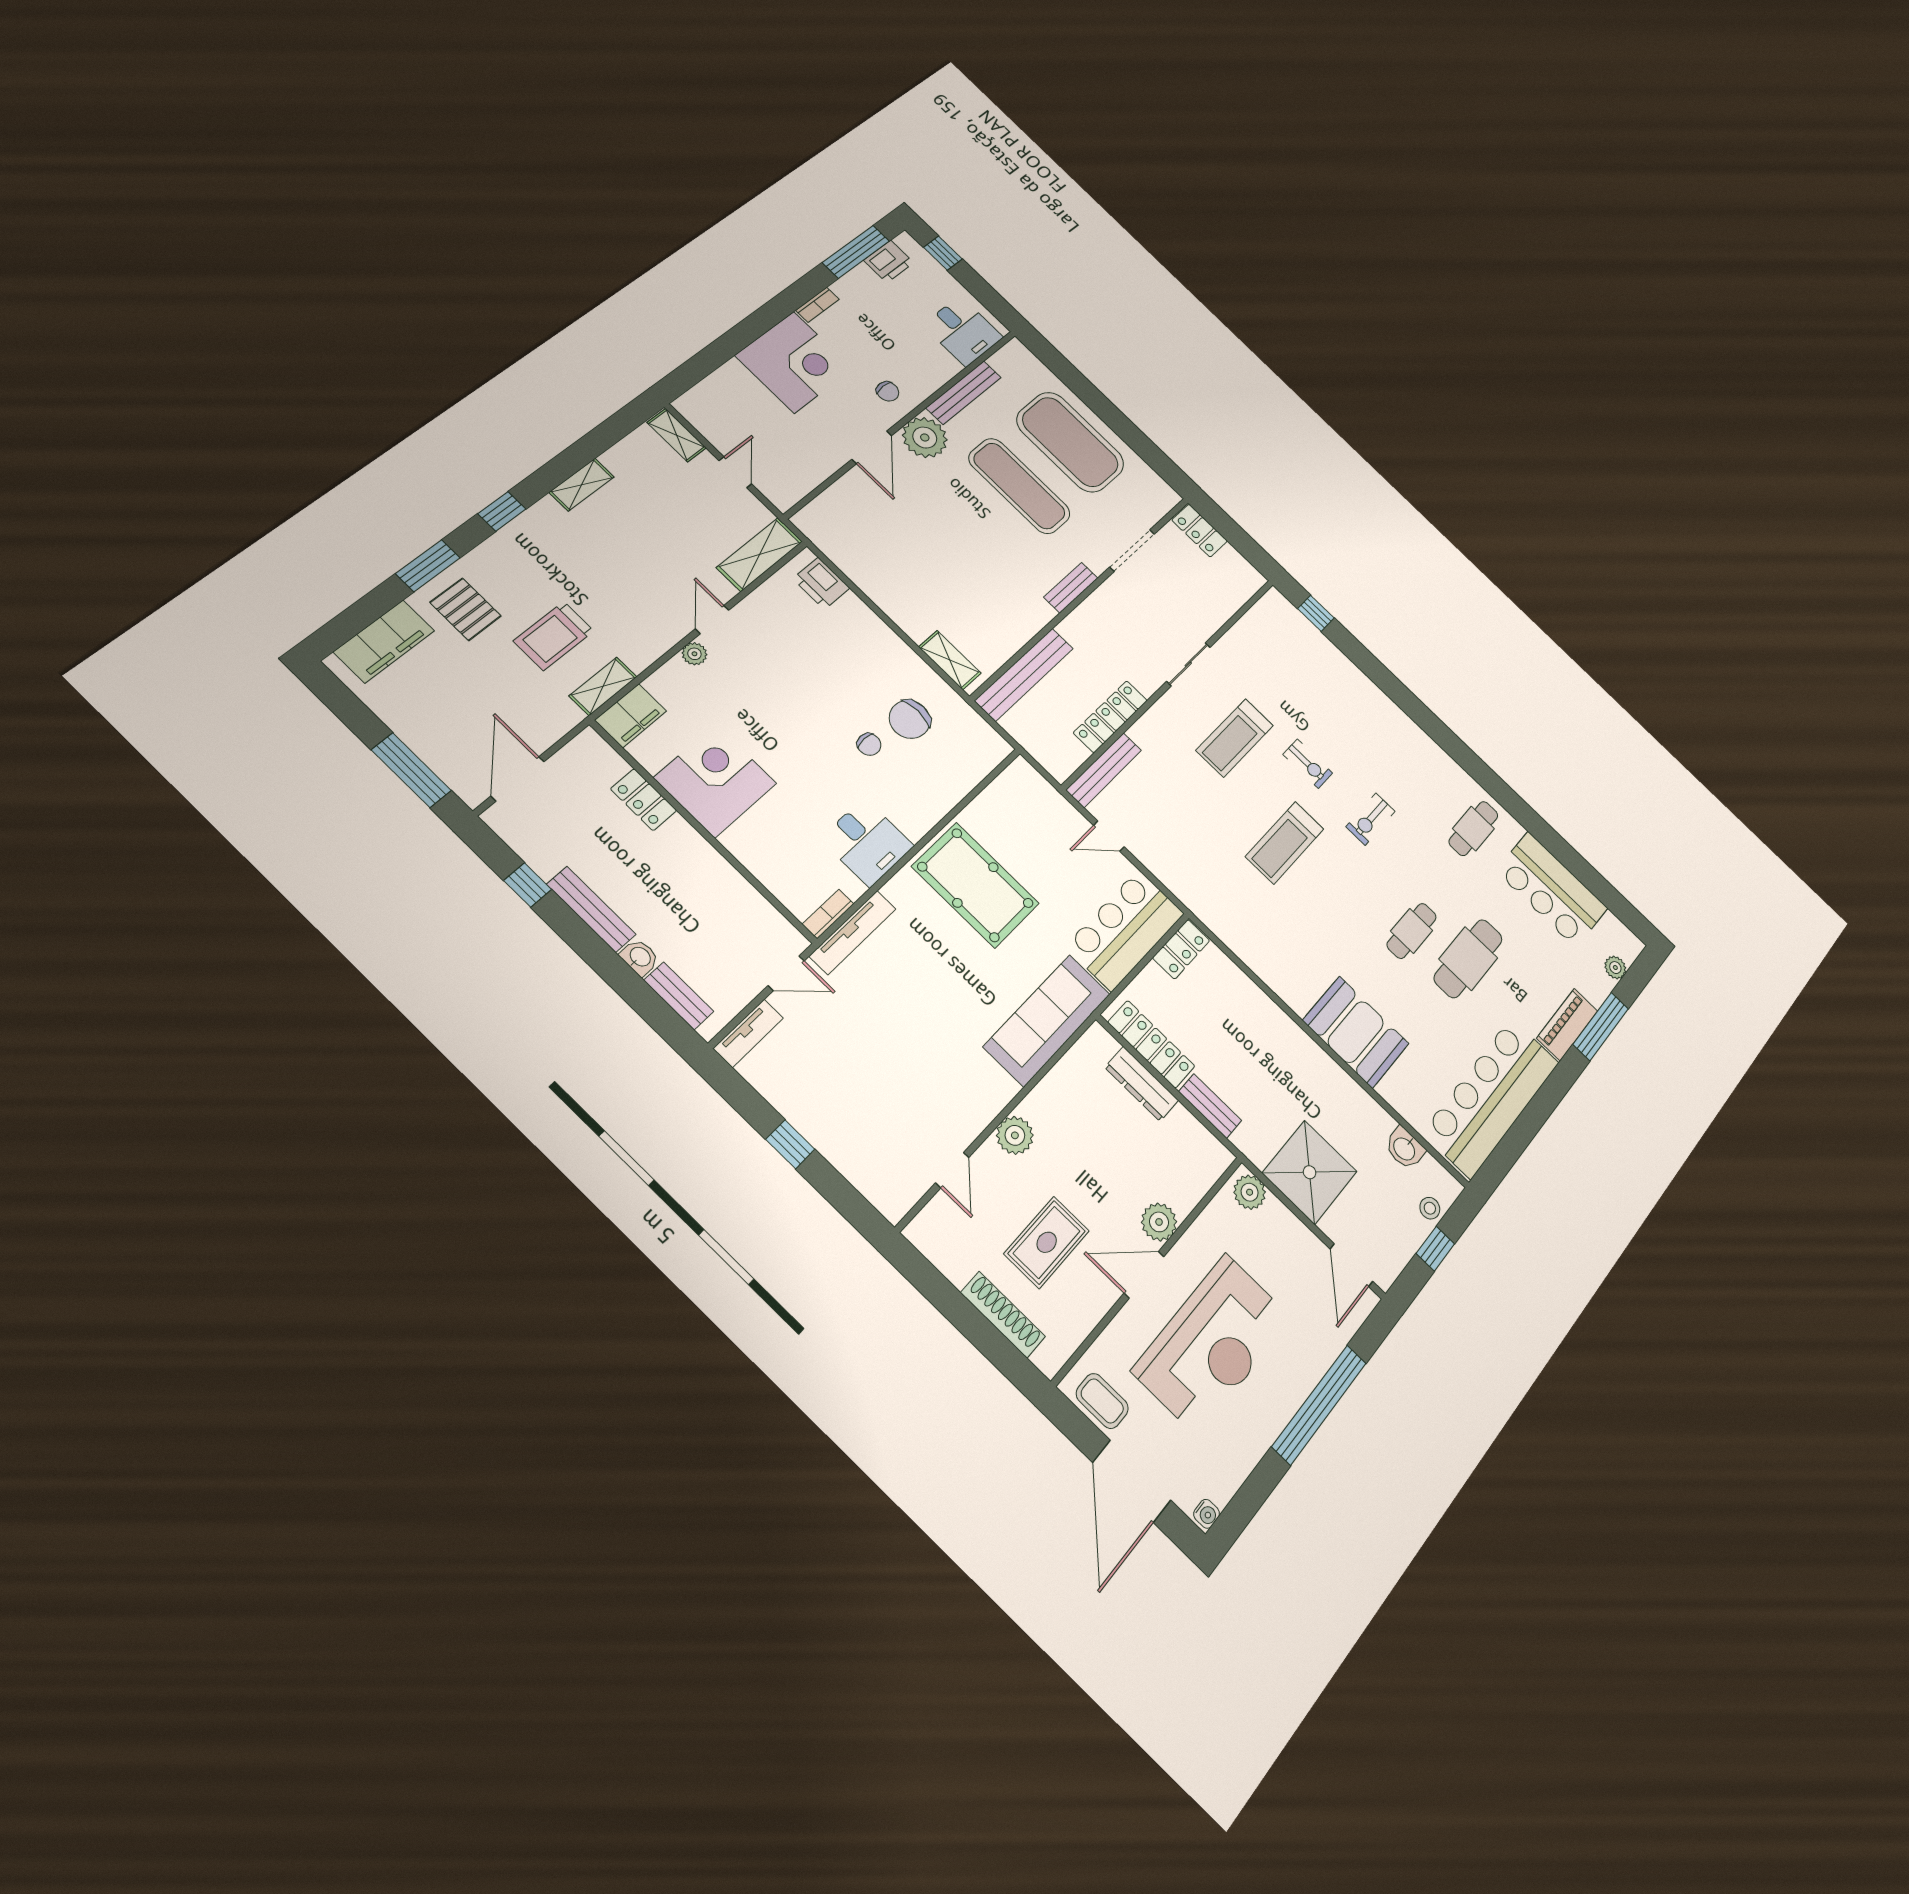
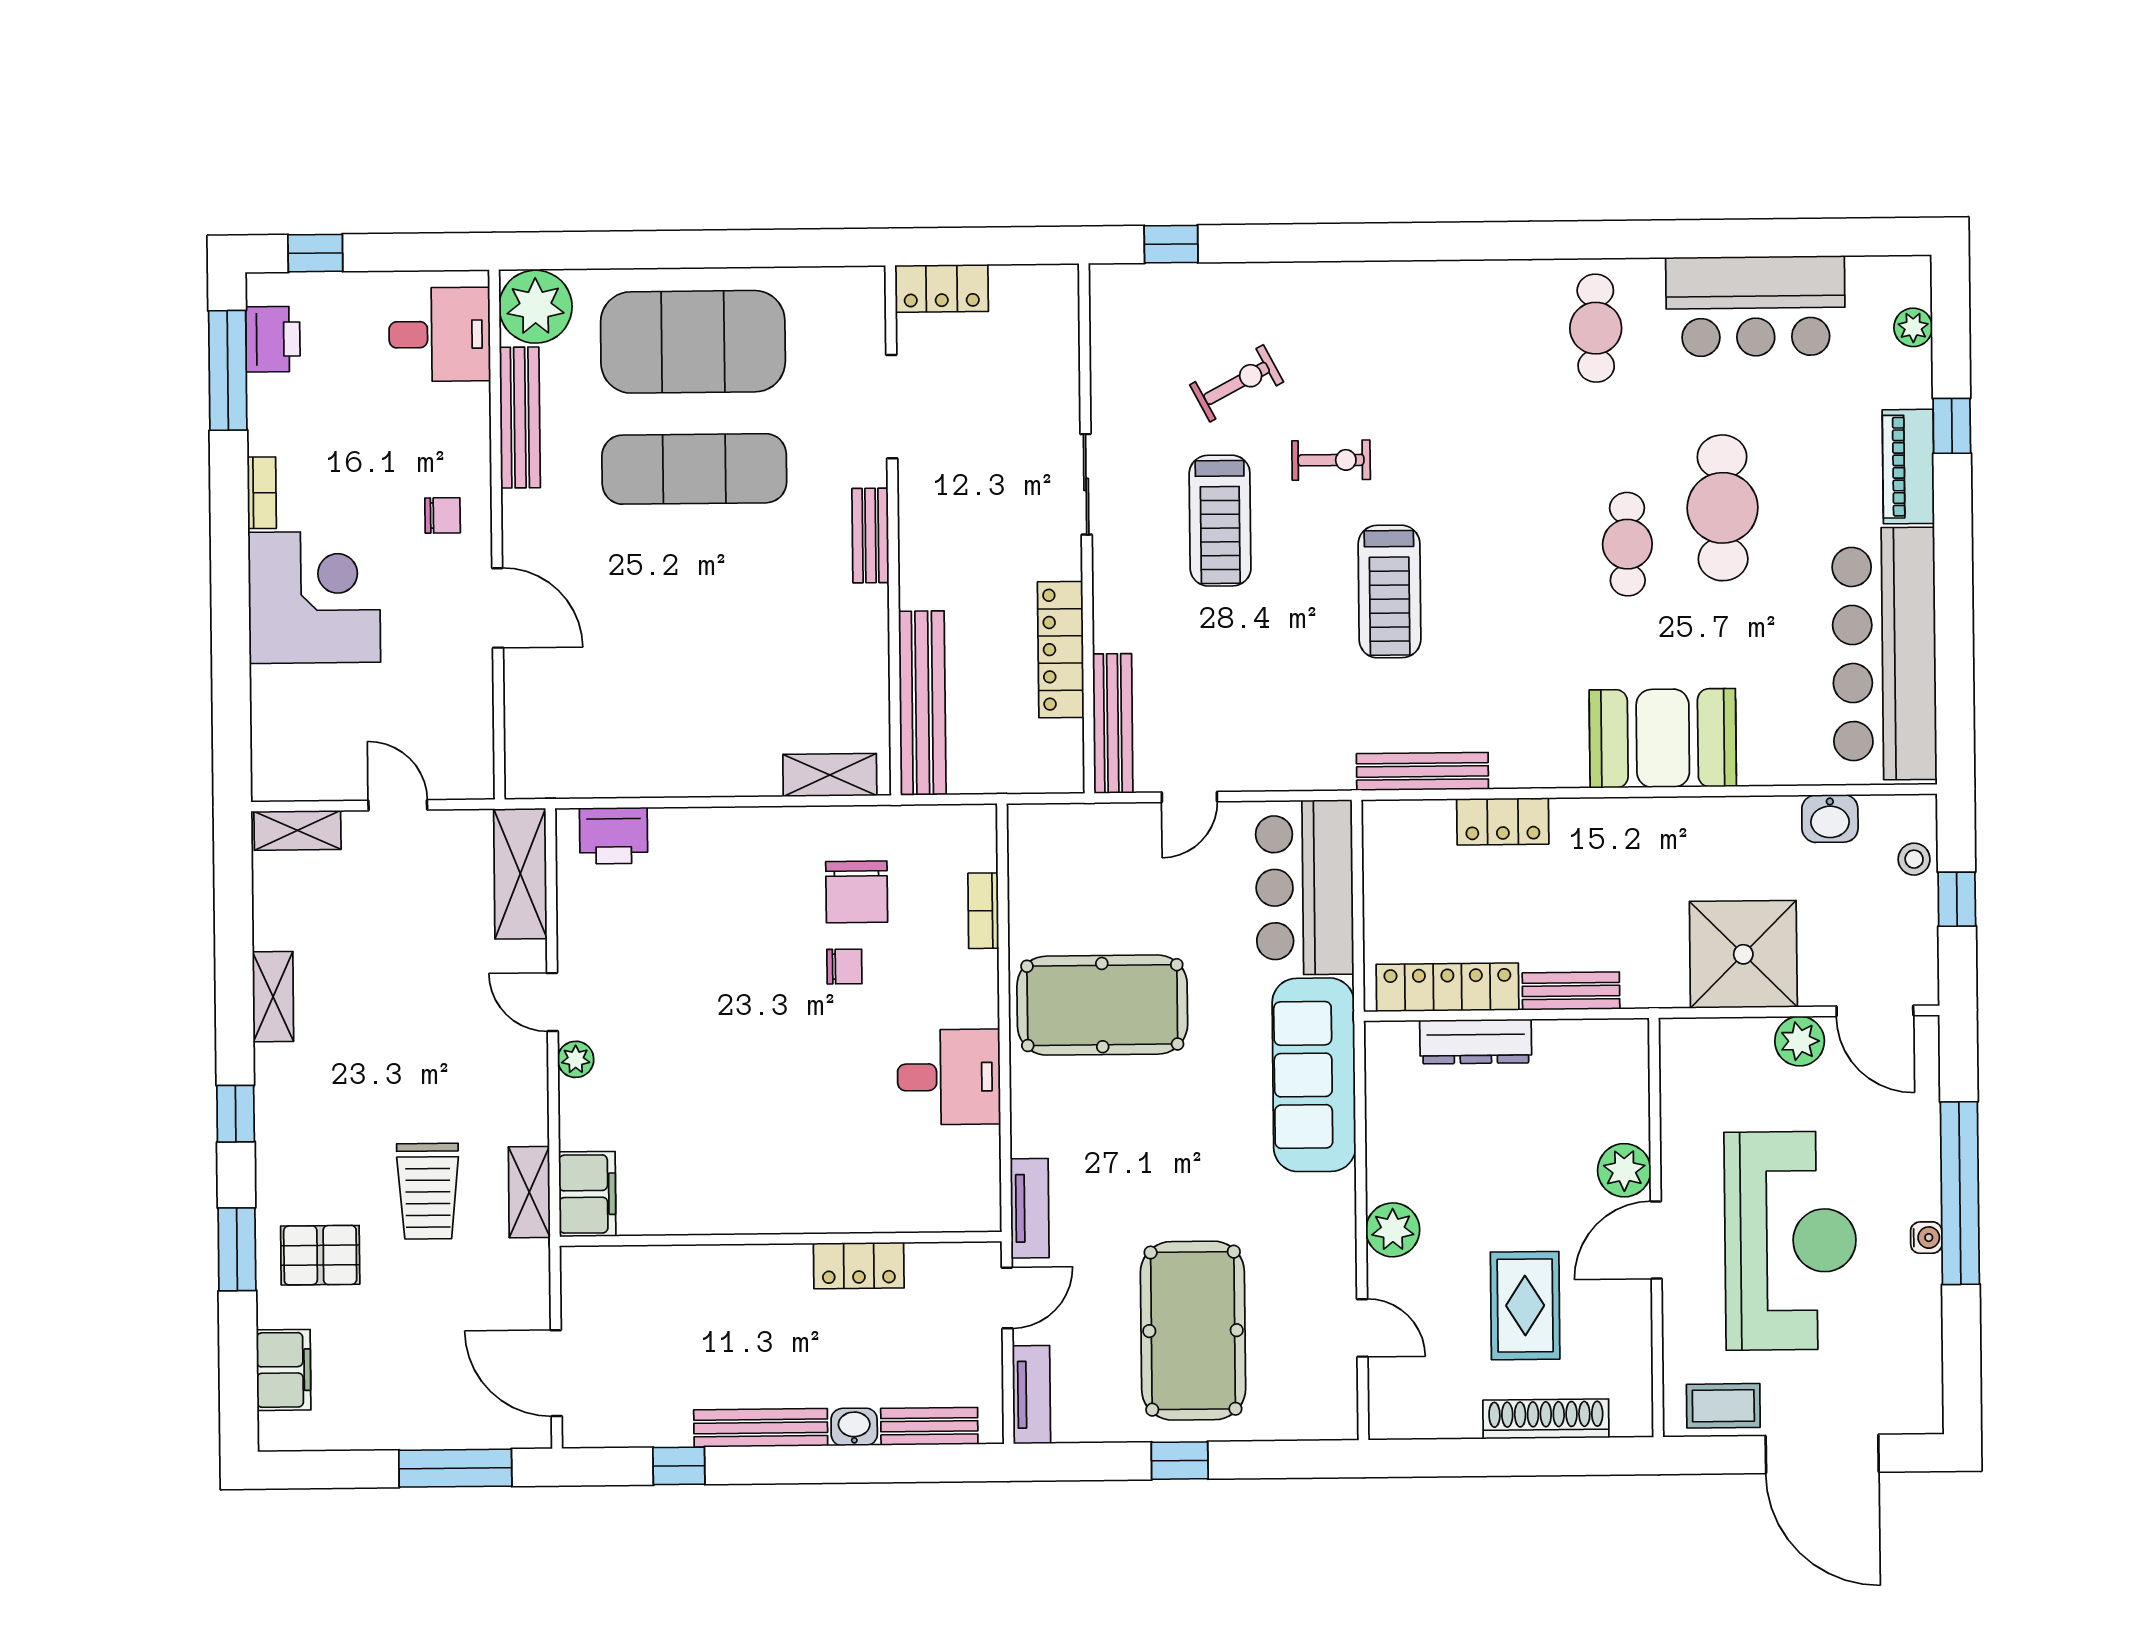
plant: (925, 438) -> (536, 307), moved
filing cabinet: (384, 641) -> (284, 1370), width x0.67, depth x0.86
corner desk: (715, 781) -> (737, 1173), removed
locker: (644, 800) -> (859, 1266), moved
exercise bike: (1370, 819) -> (1237, 383), moved, turned -118
bookcase: (828, 914) -> (983, 911), moved
tv unit: (853, 932) -> (1030, 1208), width x0.71
bench: (1229, 934) -> (1422, 771), added
locker: (1181, 949) -> (1503, 821), moved, turned 90
window: (1601, 1026) -> (1952, 426), width x0.46
pool table: (864, 1084) -> (1193, 1331), added
plant: (1250, 1192) -> (1800, 1041), moved
water cooler: (1207, 1514) -> (1926, 1238), moved

